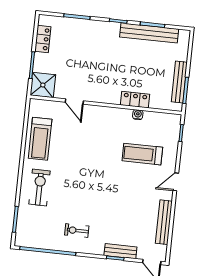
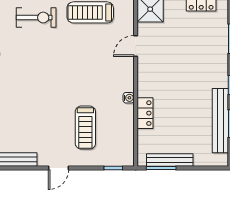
water cooler: (138, 115) -> (129, 98), moved
treadmill: (142, 154) -> (85, 128), turned 180
door: (176, 182) -> (59, 168), swing flipped

